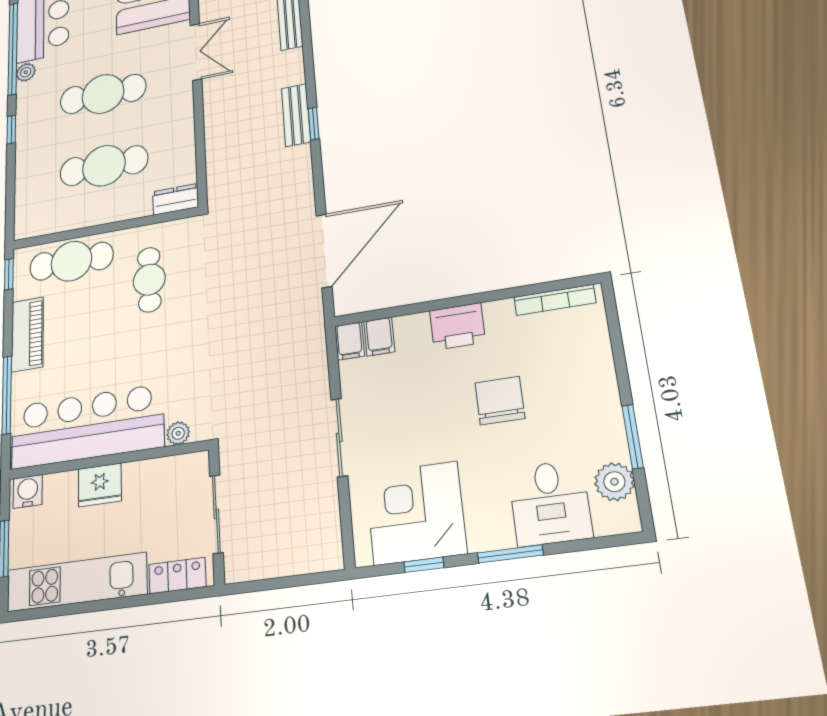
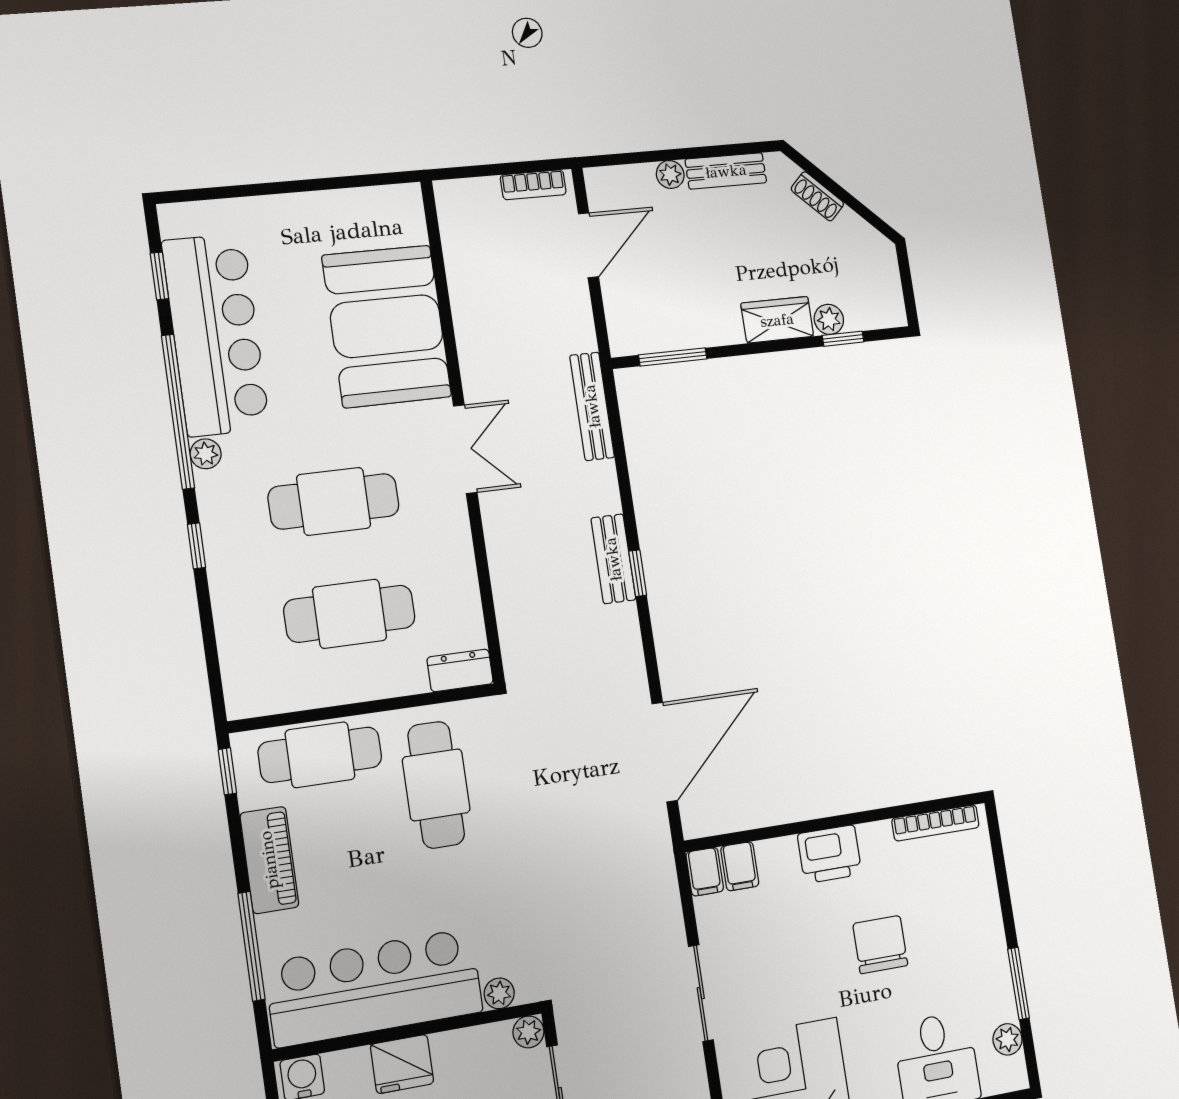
cafe table: (149, 280) -> (436, 785), width x1.37, depth x1.35
plant: (197, 464) -> (528, 1032), added
plant: (614, 482) -> (1007, 1039), width x0.73, depth x0.73

